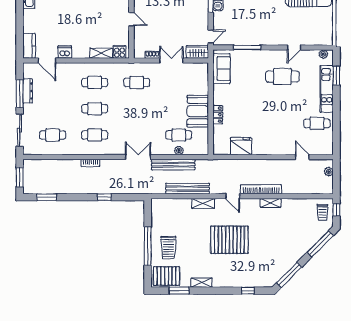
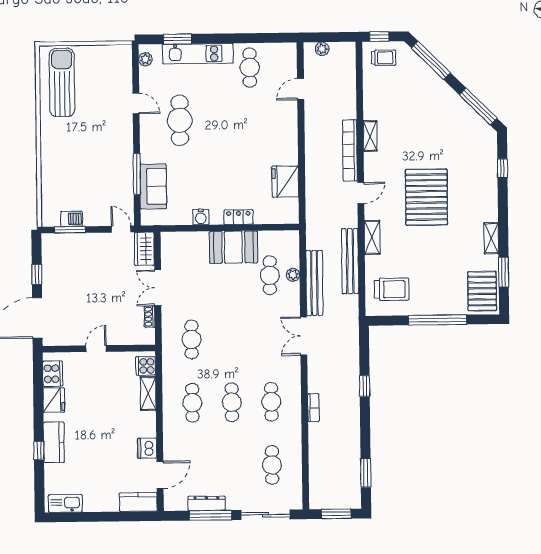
sofa: (221, 69) -> (153, 186), moved, turned 90
water cooler: (218, 90) -> (201, 217), added
trolley: (168, 248) -> (392, 289), moved

